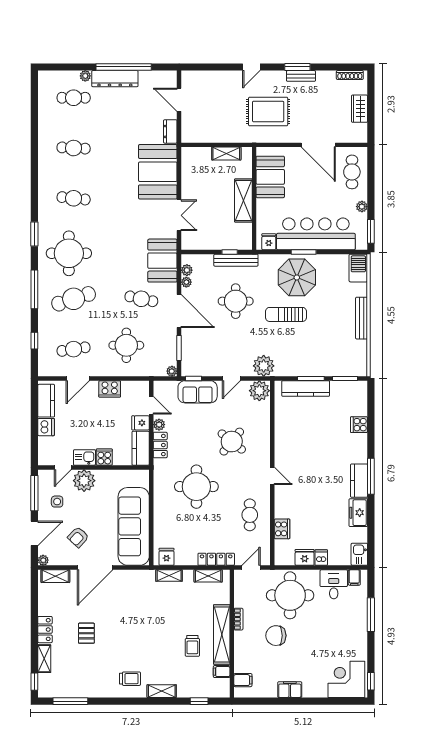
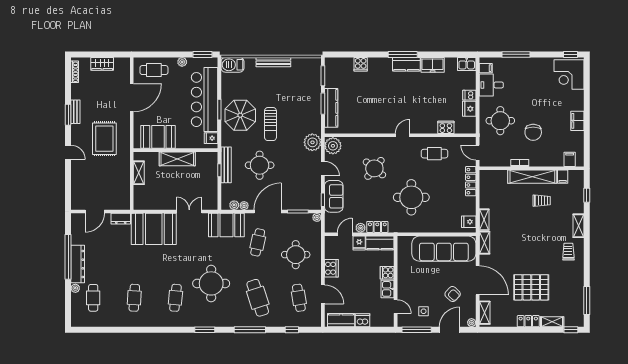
round table: (69, 253) -> (211, 283), moved
plant: (84, 481) -> (406, 289), removed
door: (34, 533) -> (450, 330), hinge flipped
shelving: (208, 576) -> (484, 243), moved
round table: (290, 595) -> (500, 121), width x0.73, depth x0.73
pallet: (86, 633) -> (531, 287), width x2.05, depth x2.00

